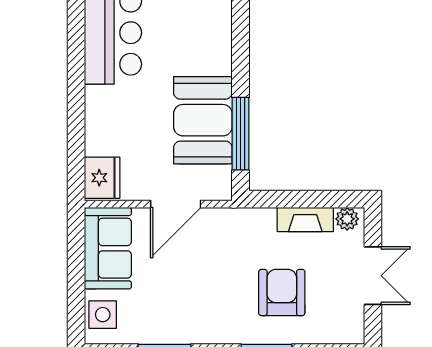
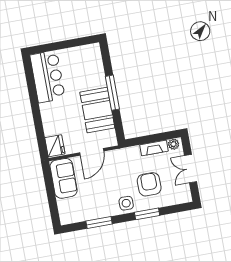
window: (240, 134) -> (112, 93), moved
double door: (373, 276) -> (191, 169), swing flipped
side table: (103, 315) -> (126, 203), moved

